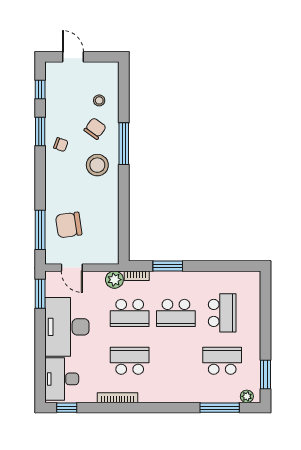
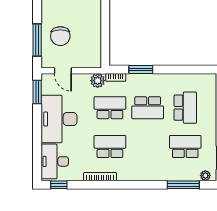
chair: (69, 225) -> (60, 36), turned -82
school desk: (130, 313) -> (110, 108), turned 180

